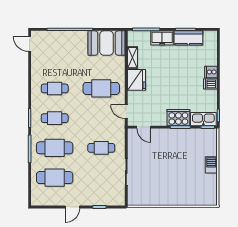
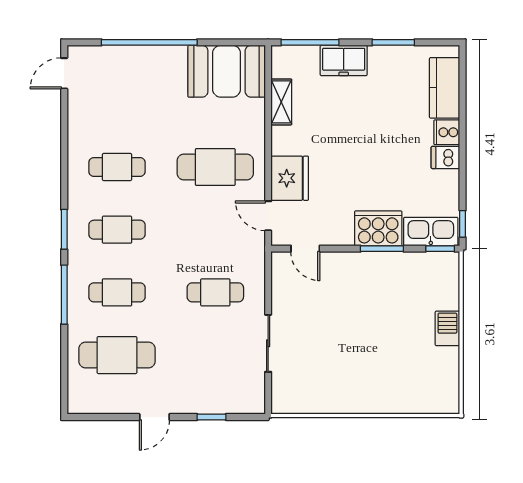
kitchen counter: (188, 38) -> (445, 88), moved, turned 90
door: (30, 44) -> (64, 73), hinge flipped
fridge: (136, 80) -> (290, 178), moved
cafe table: (55, 148) -> (117, 292), width x0.73, depth x0.74

